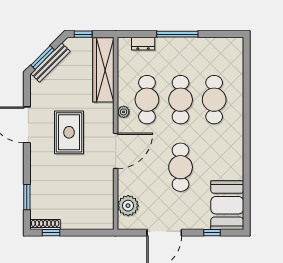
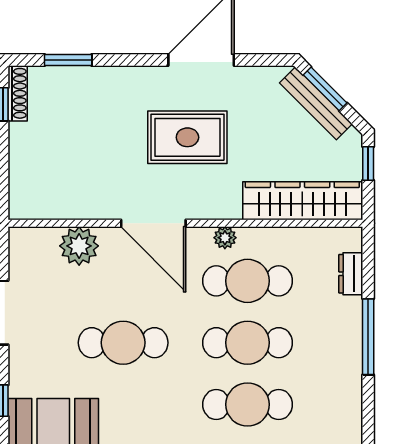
plant: (128, 206) -> (79, 246), moved

